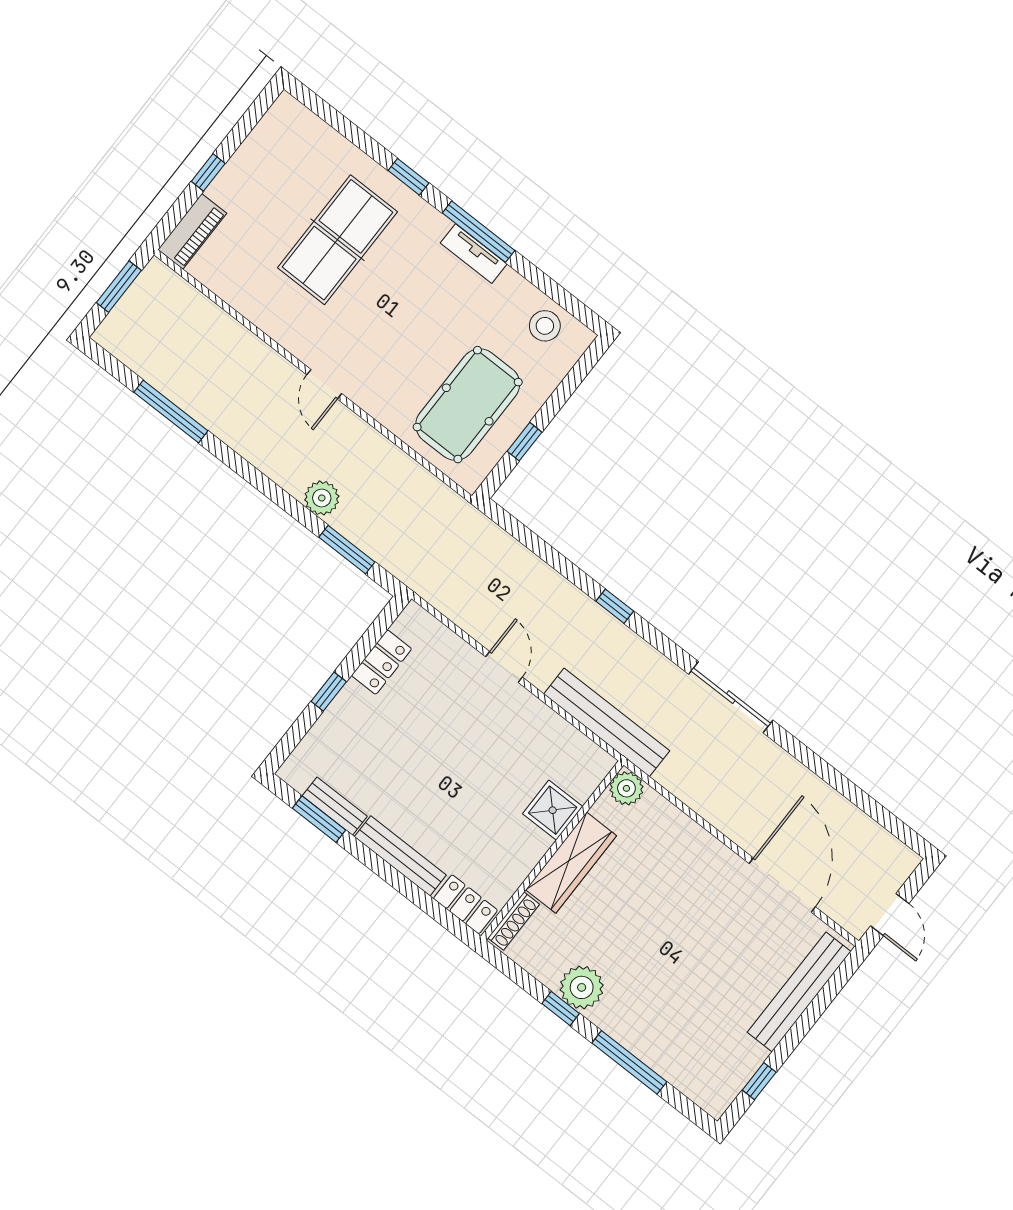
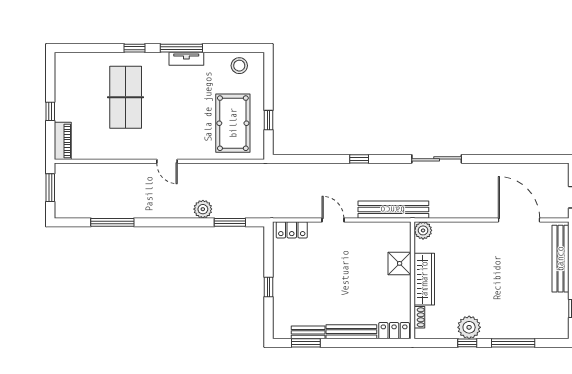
locker: (381, 662) -> (292, 230), moved, turned 90
shoe rack: (514, 921) -> (419, 317), width x0.70

